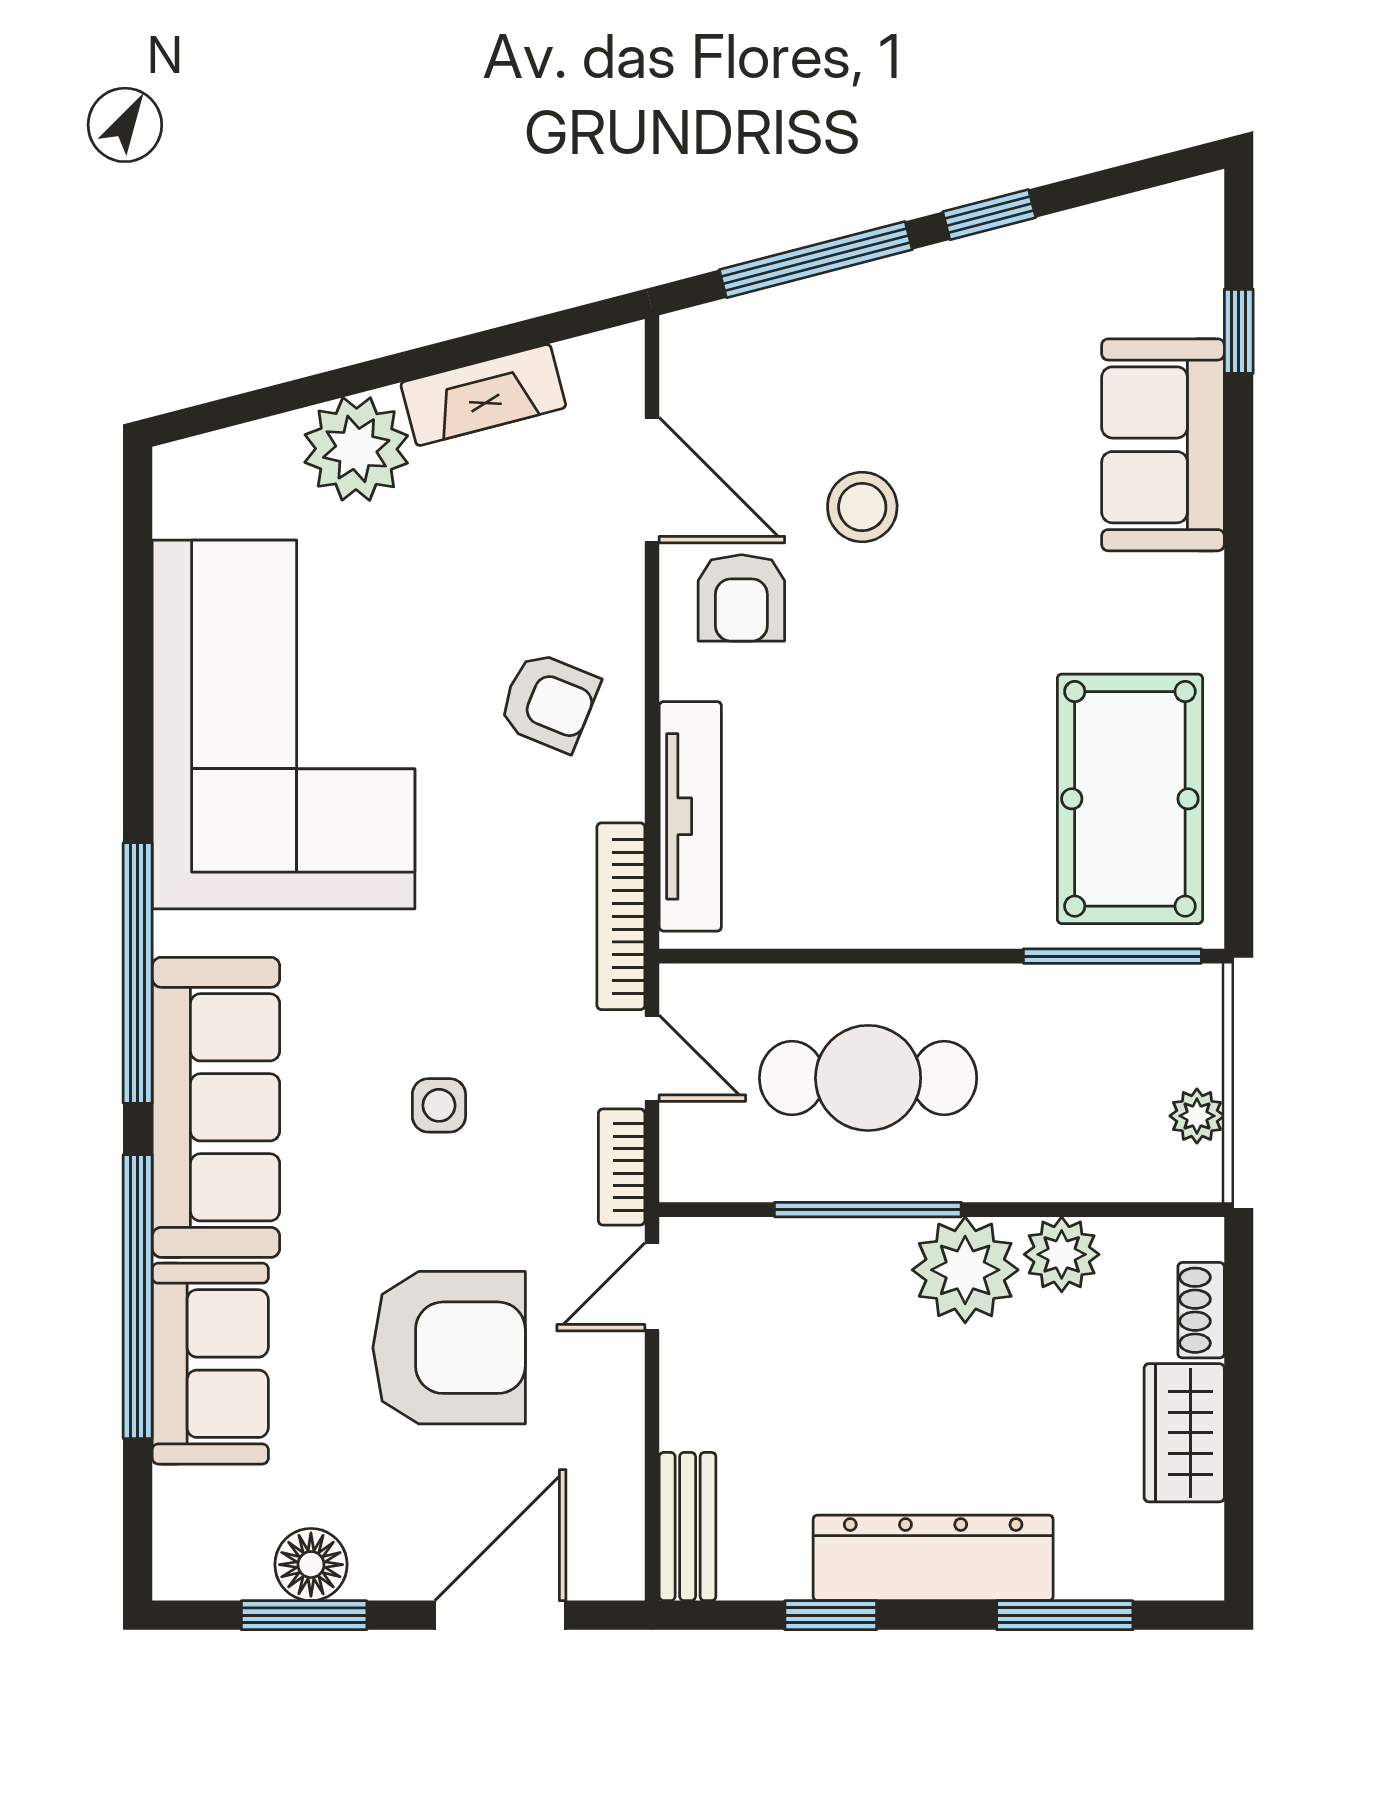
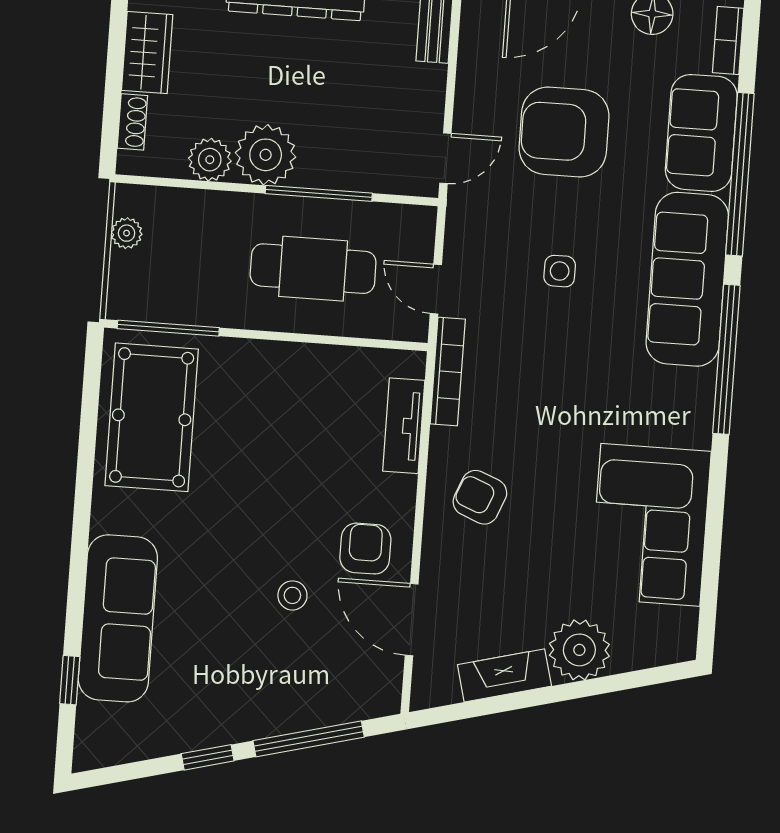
sofa: (1163, 445) -> (118, 618), width x1.36
stool: (862, 507) -> (292, 595), width x0.73, depth x0.73
corner sofa: (283, 725) -> (650, 525), width x0.73, depth x0.74
tv unit: (690, 816) -> (404, 426), width x0.71
bookcase: (622, 1167) -> (728, 40), moved, turned 180

